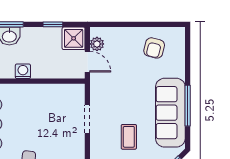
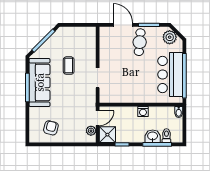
door: (87, 62) -> (98, 118), swing flipped

